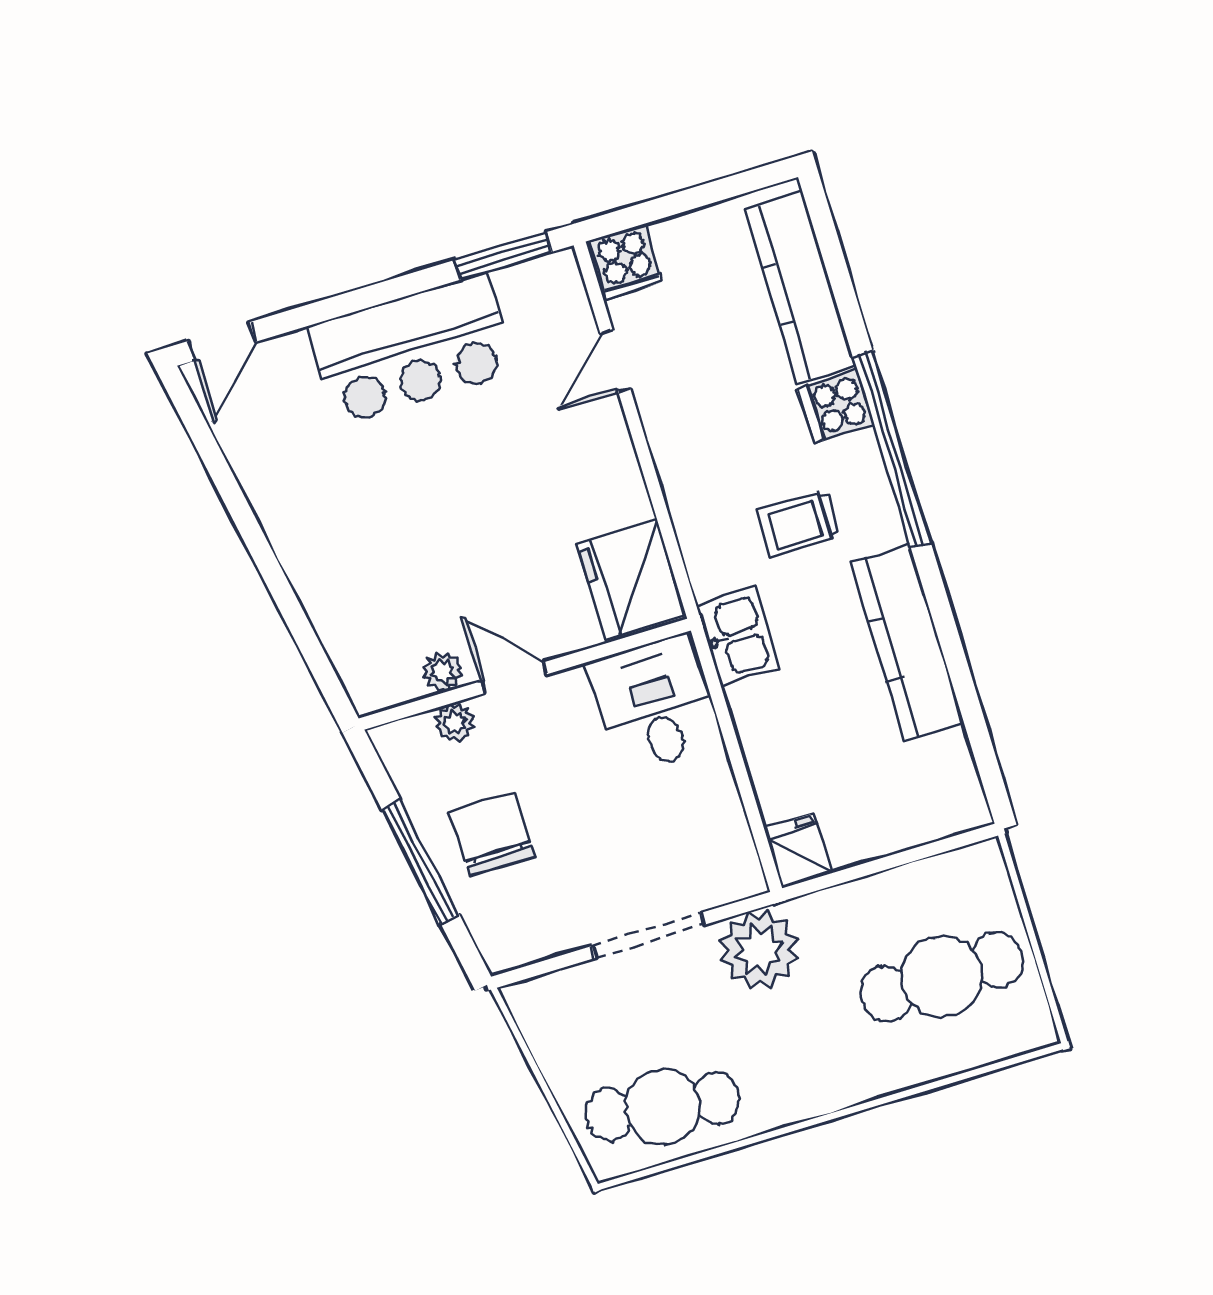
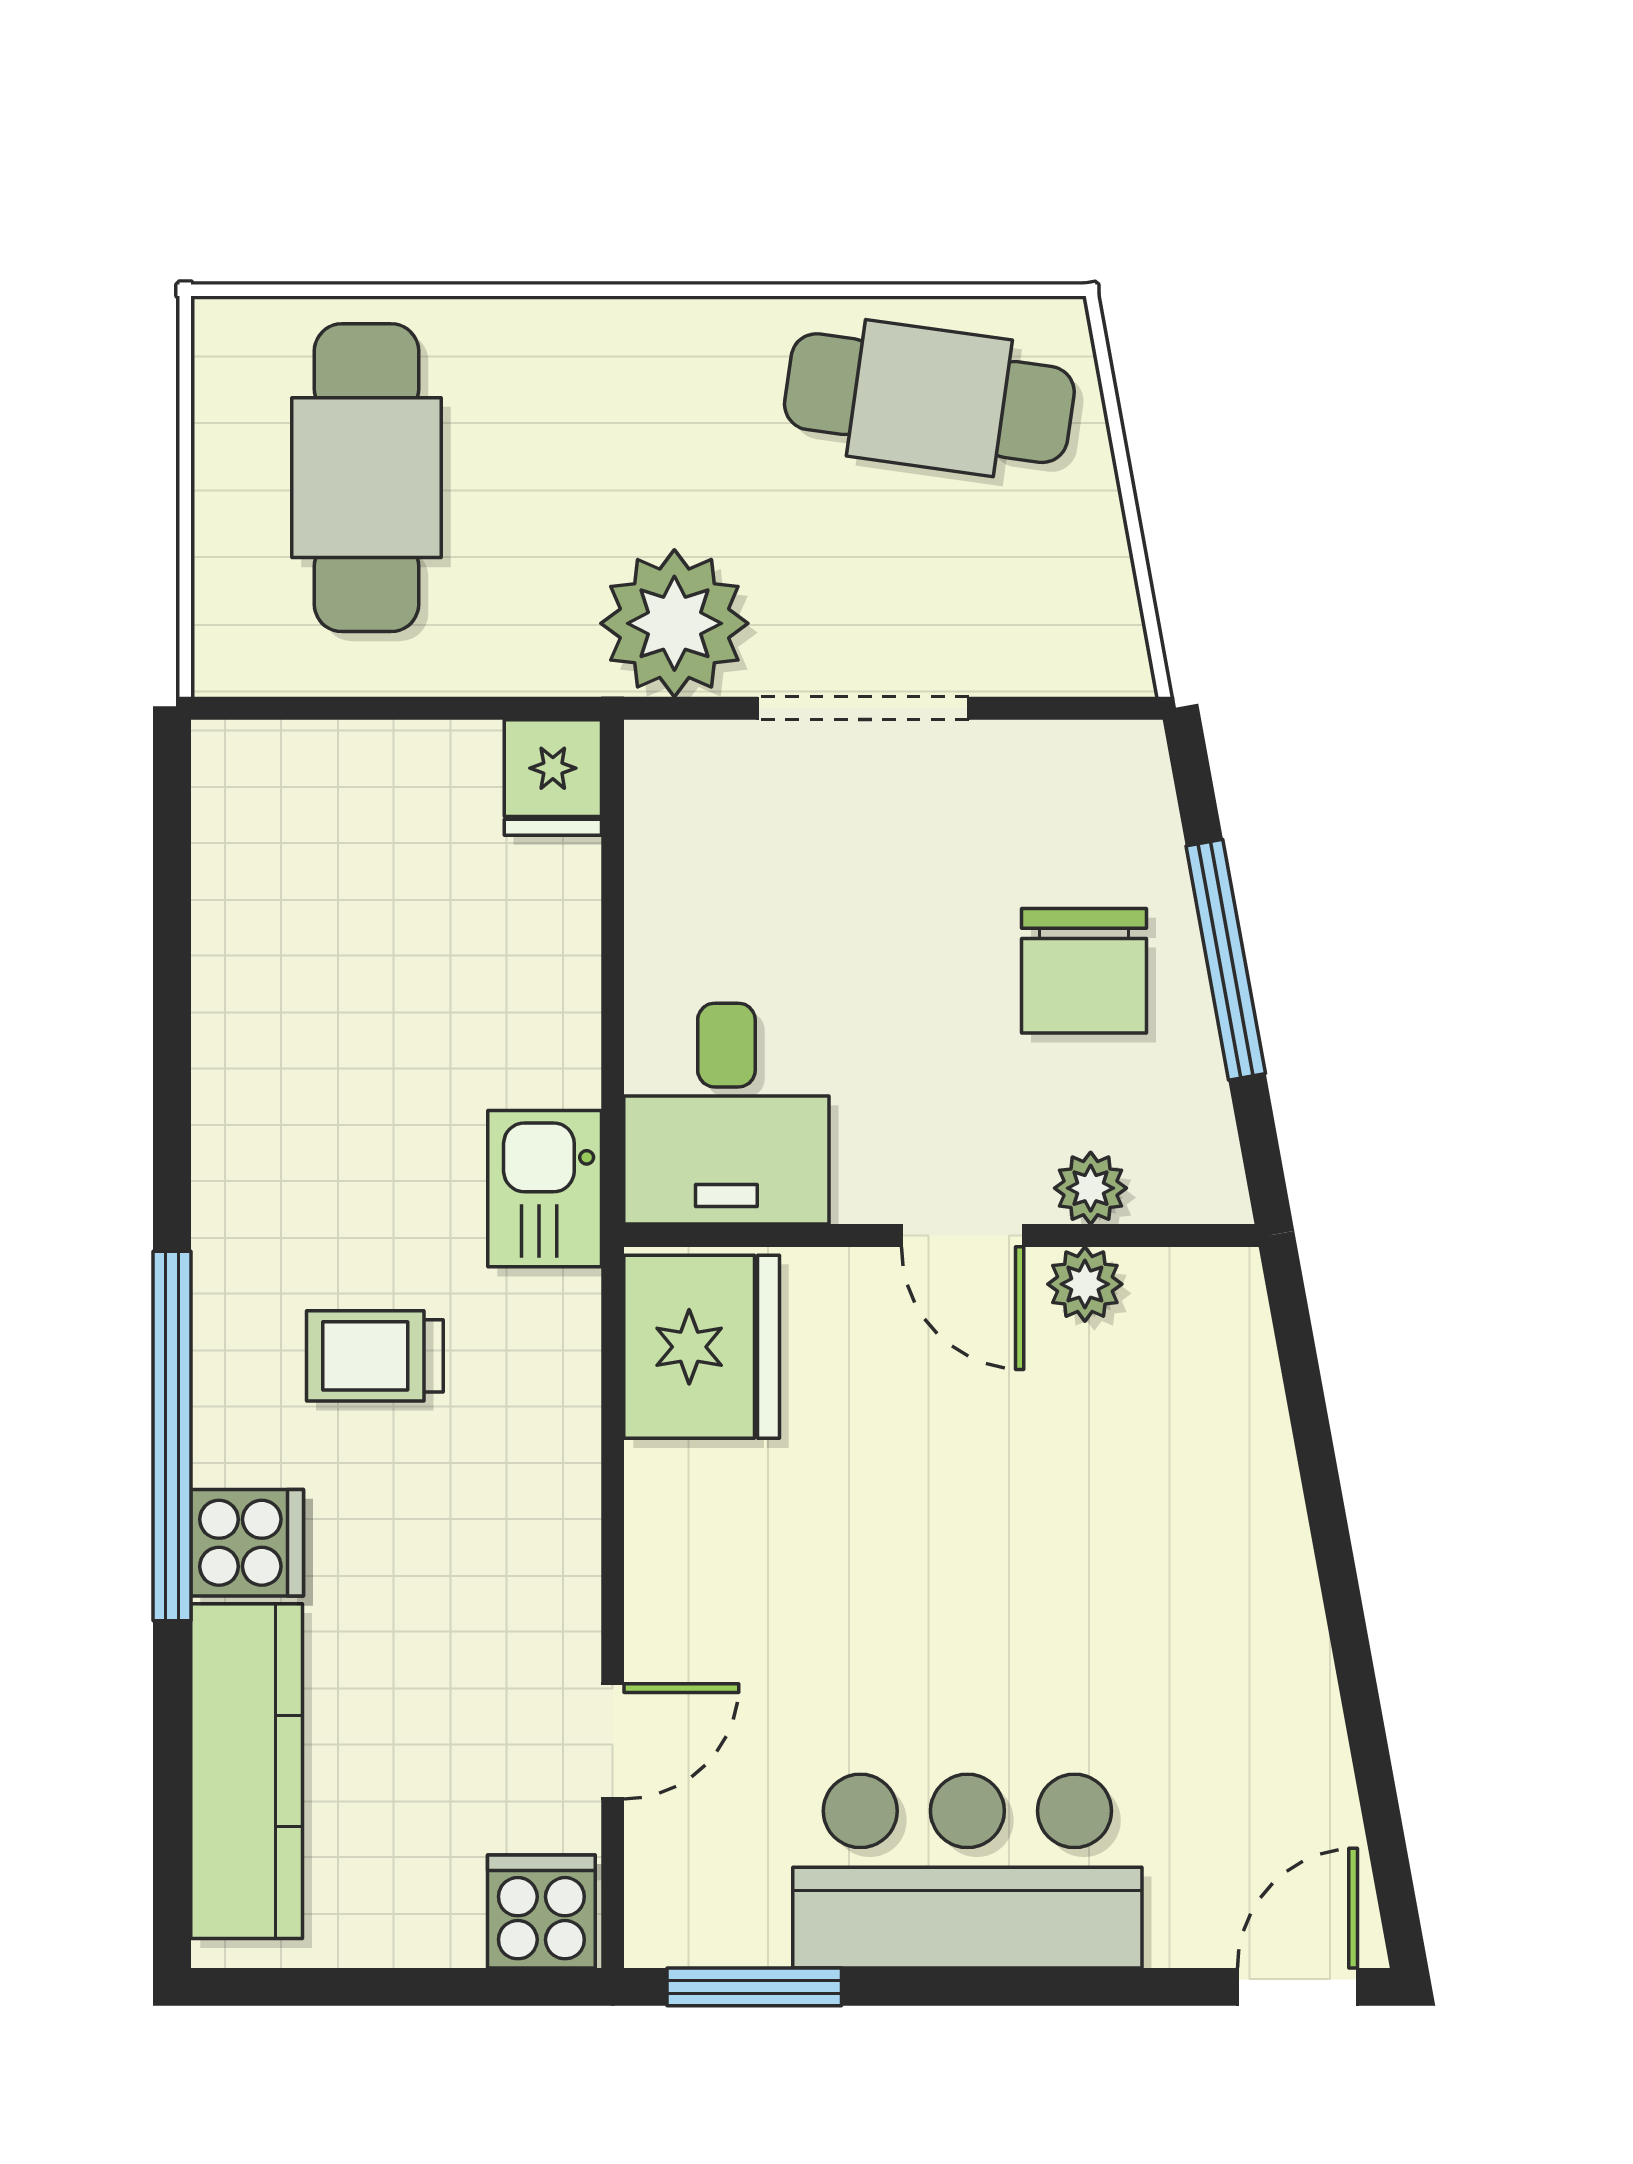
trolley: (799, 523) -> (375, 1356), turned 180
kitchen counter: (907, 643) -> (248, 1086), removed
cafe table: (942, 977) -> (366, 478), turned 90

